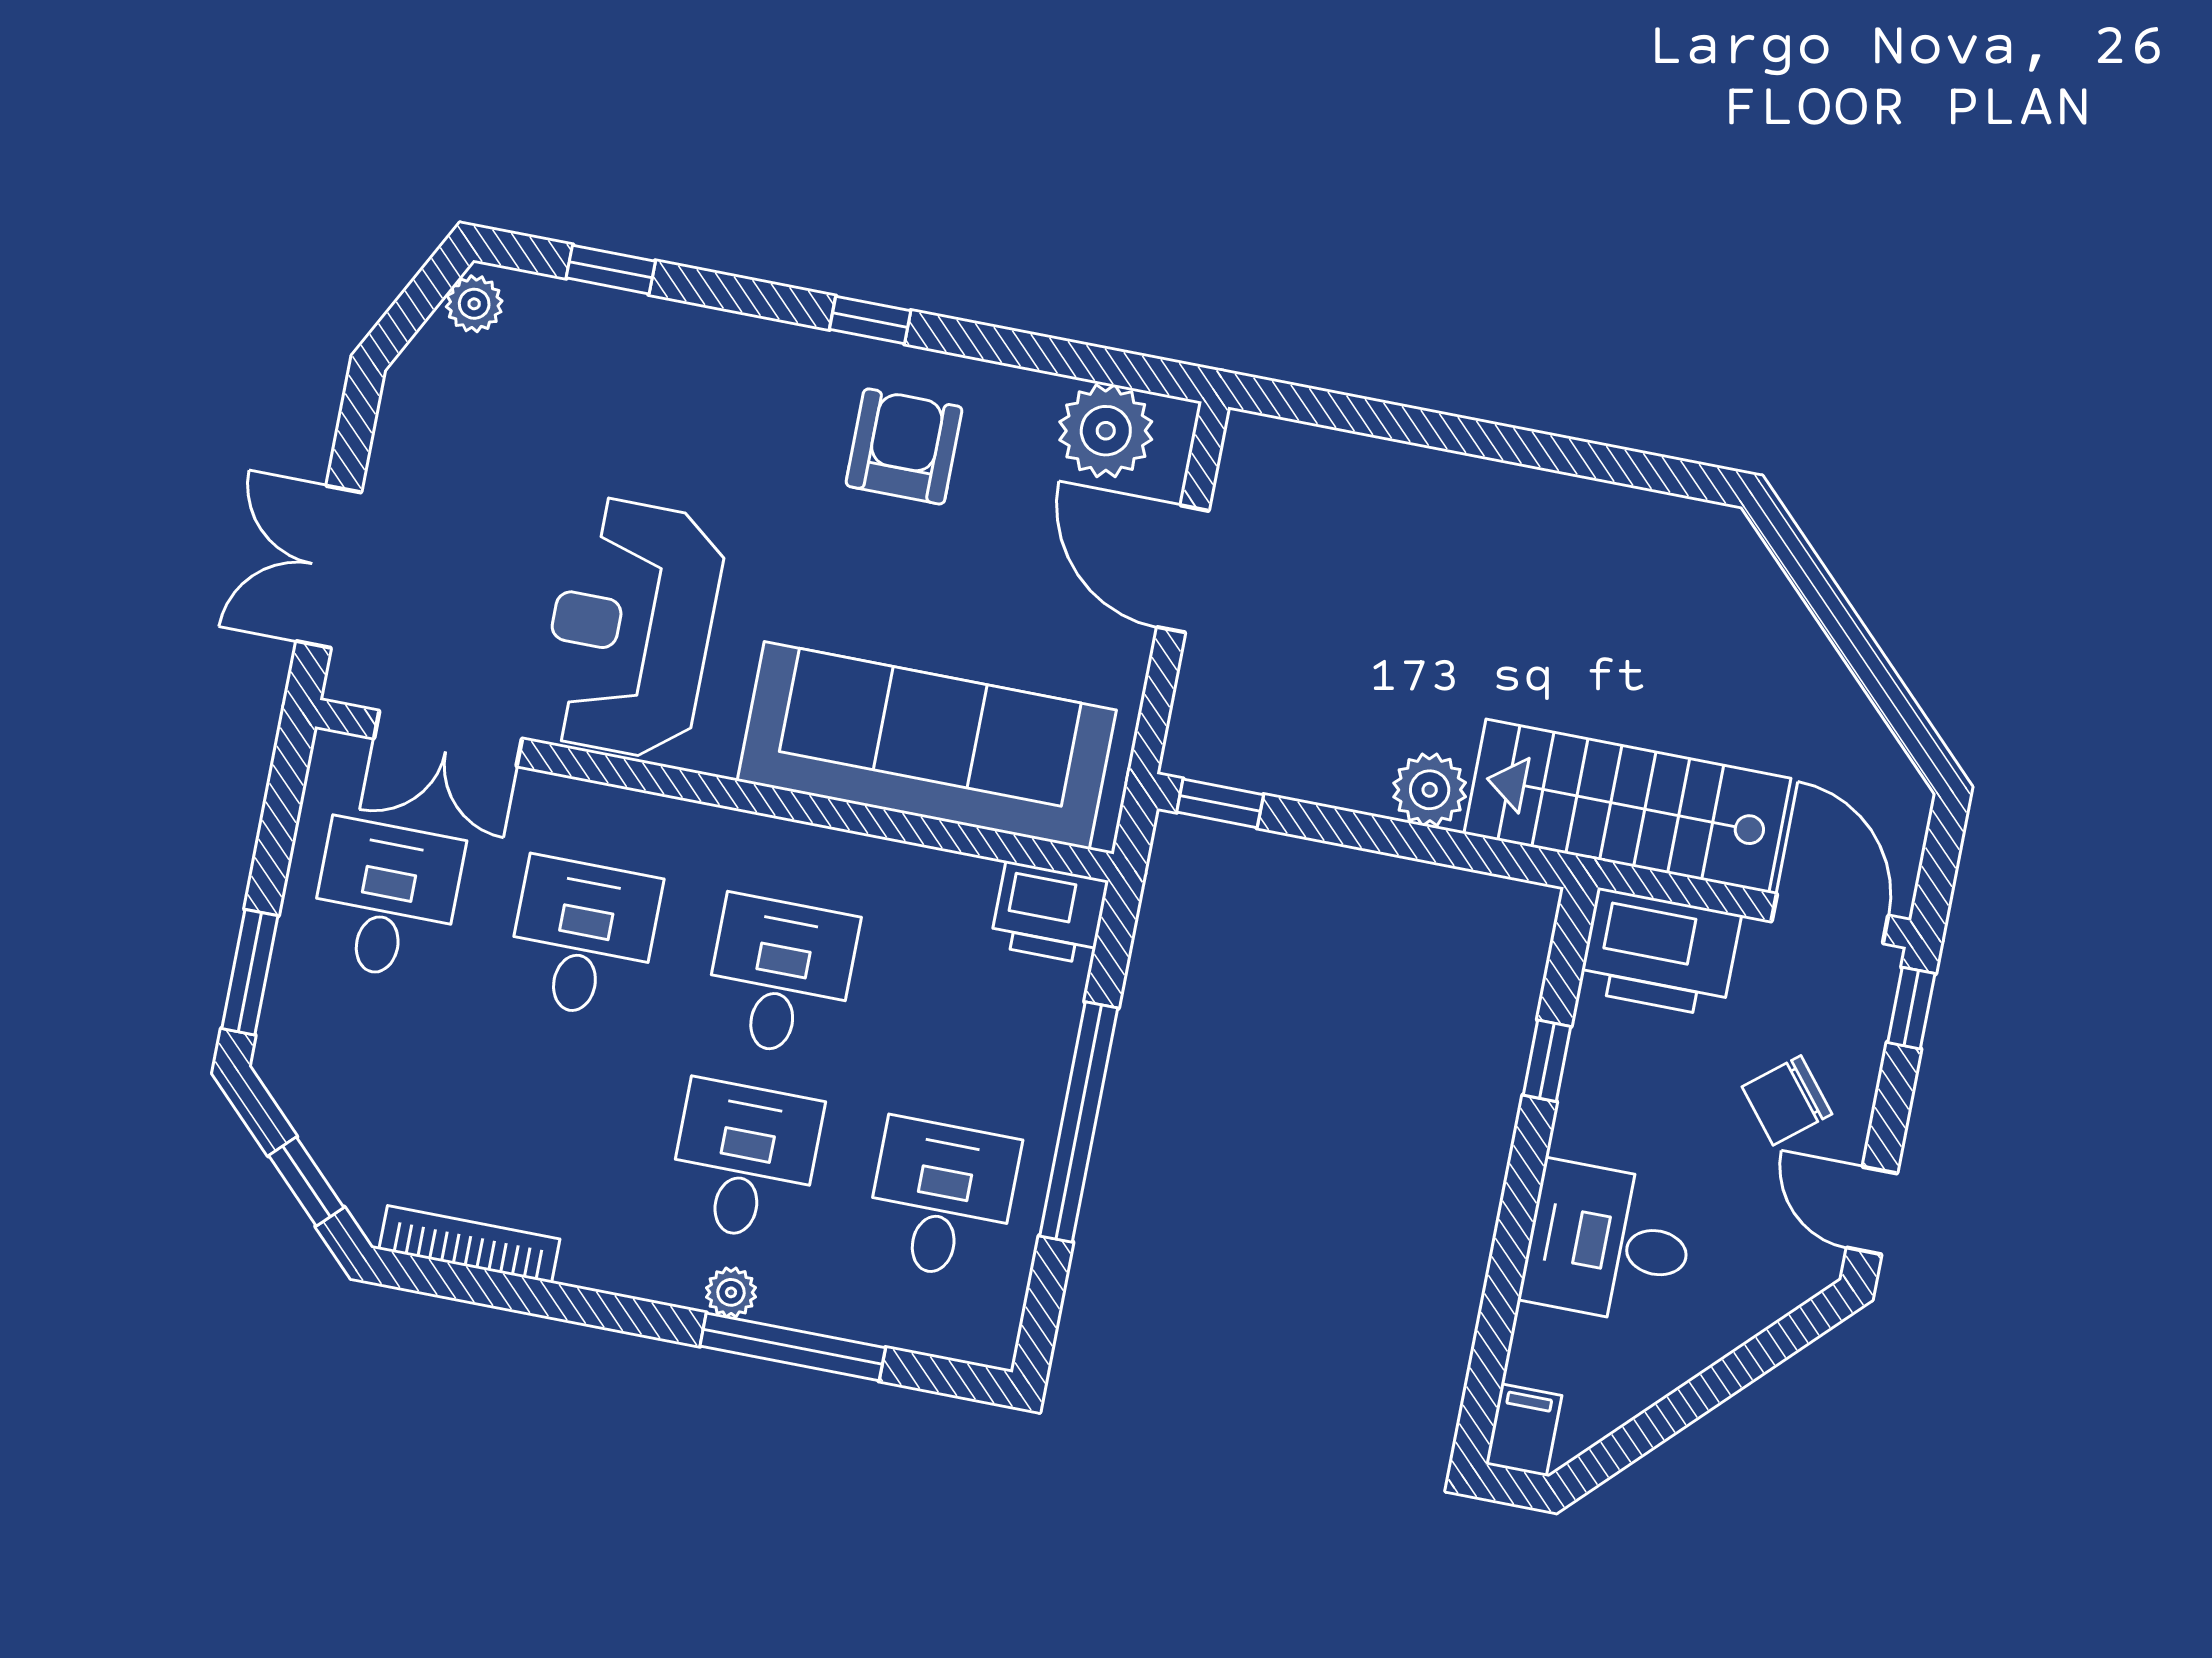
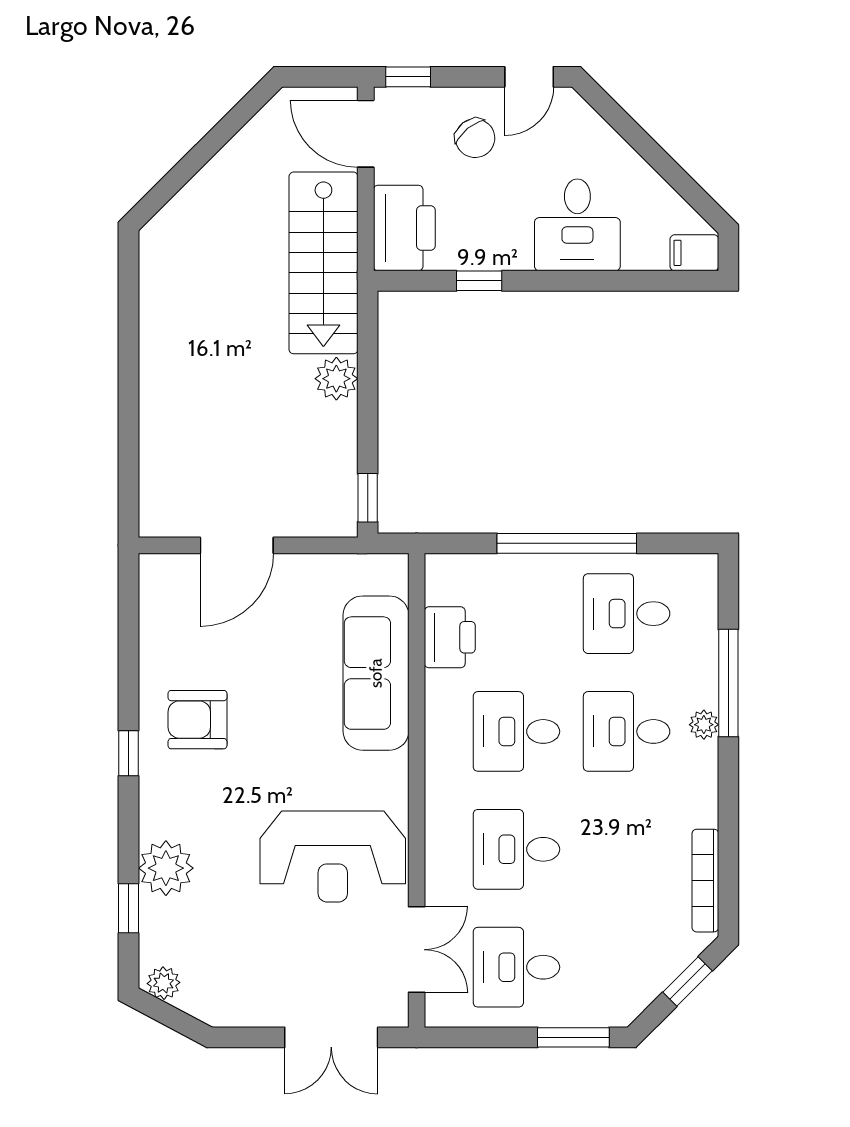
plant: (1106, 431) -> (166, 868), moved
sofa: (927, 745) -> (376, 673), width x0.74, depth x0.79
printer: (1049, 913) -> (450, 637), moved
door: (1830, 919) -> (366, 134), hinge flipped

